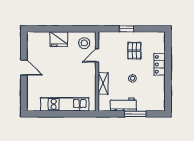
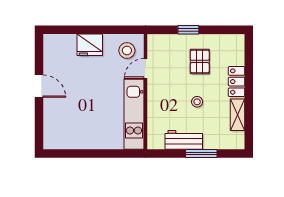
shelving: (103, 83) -> (237, 115), moved
kitchen unit: (65, 104) -> (134, 114), moved, turned -90

